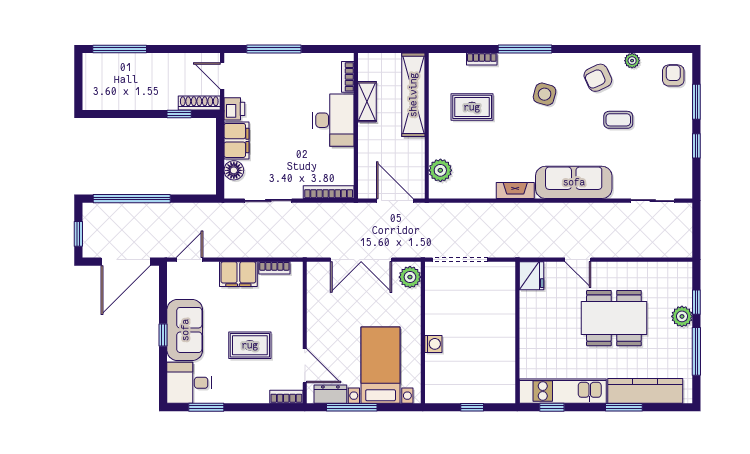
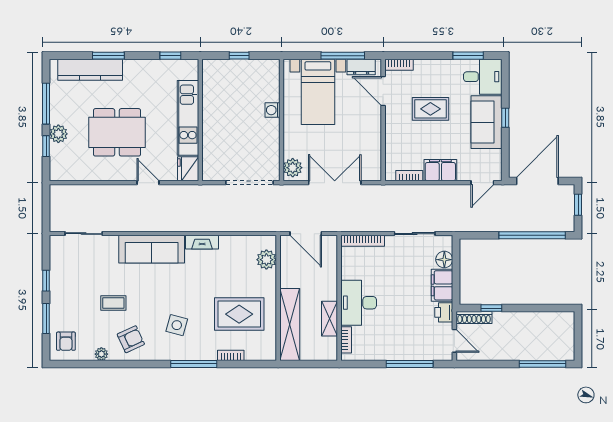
rug: (472, 107) -> (239, 314), width x1.36, depth x1.43
kitchen unit: (563, 391) -> (188, 118), moved, turned 90

